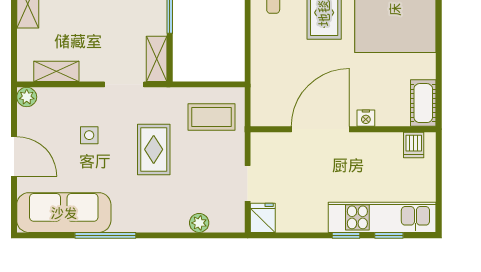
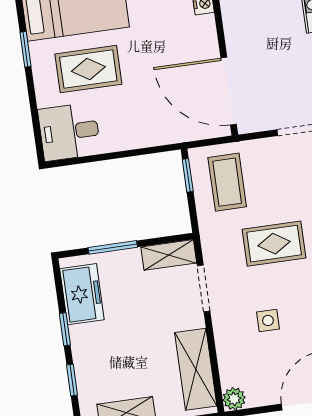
shelving: (56, 71) -> (196, 369), width x1.50, depth x1.33
window: (222, 84) -> (188, 175), added
door: (320, 129) -> (229, 91), moved

